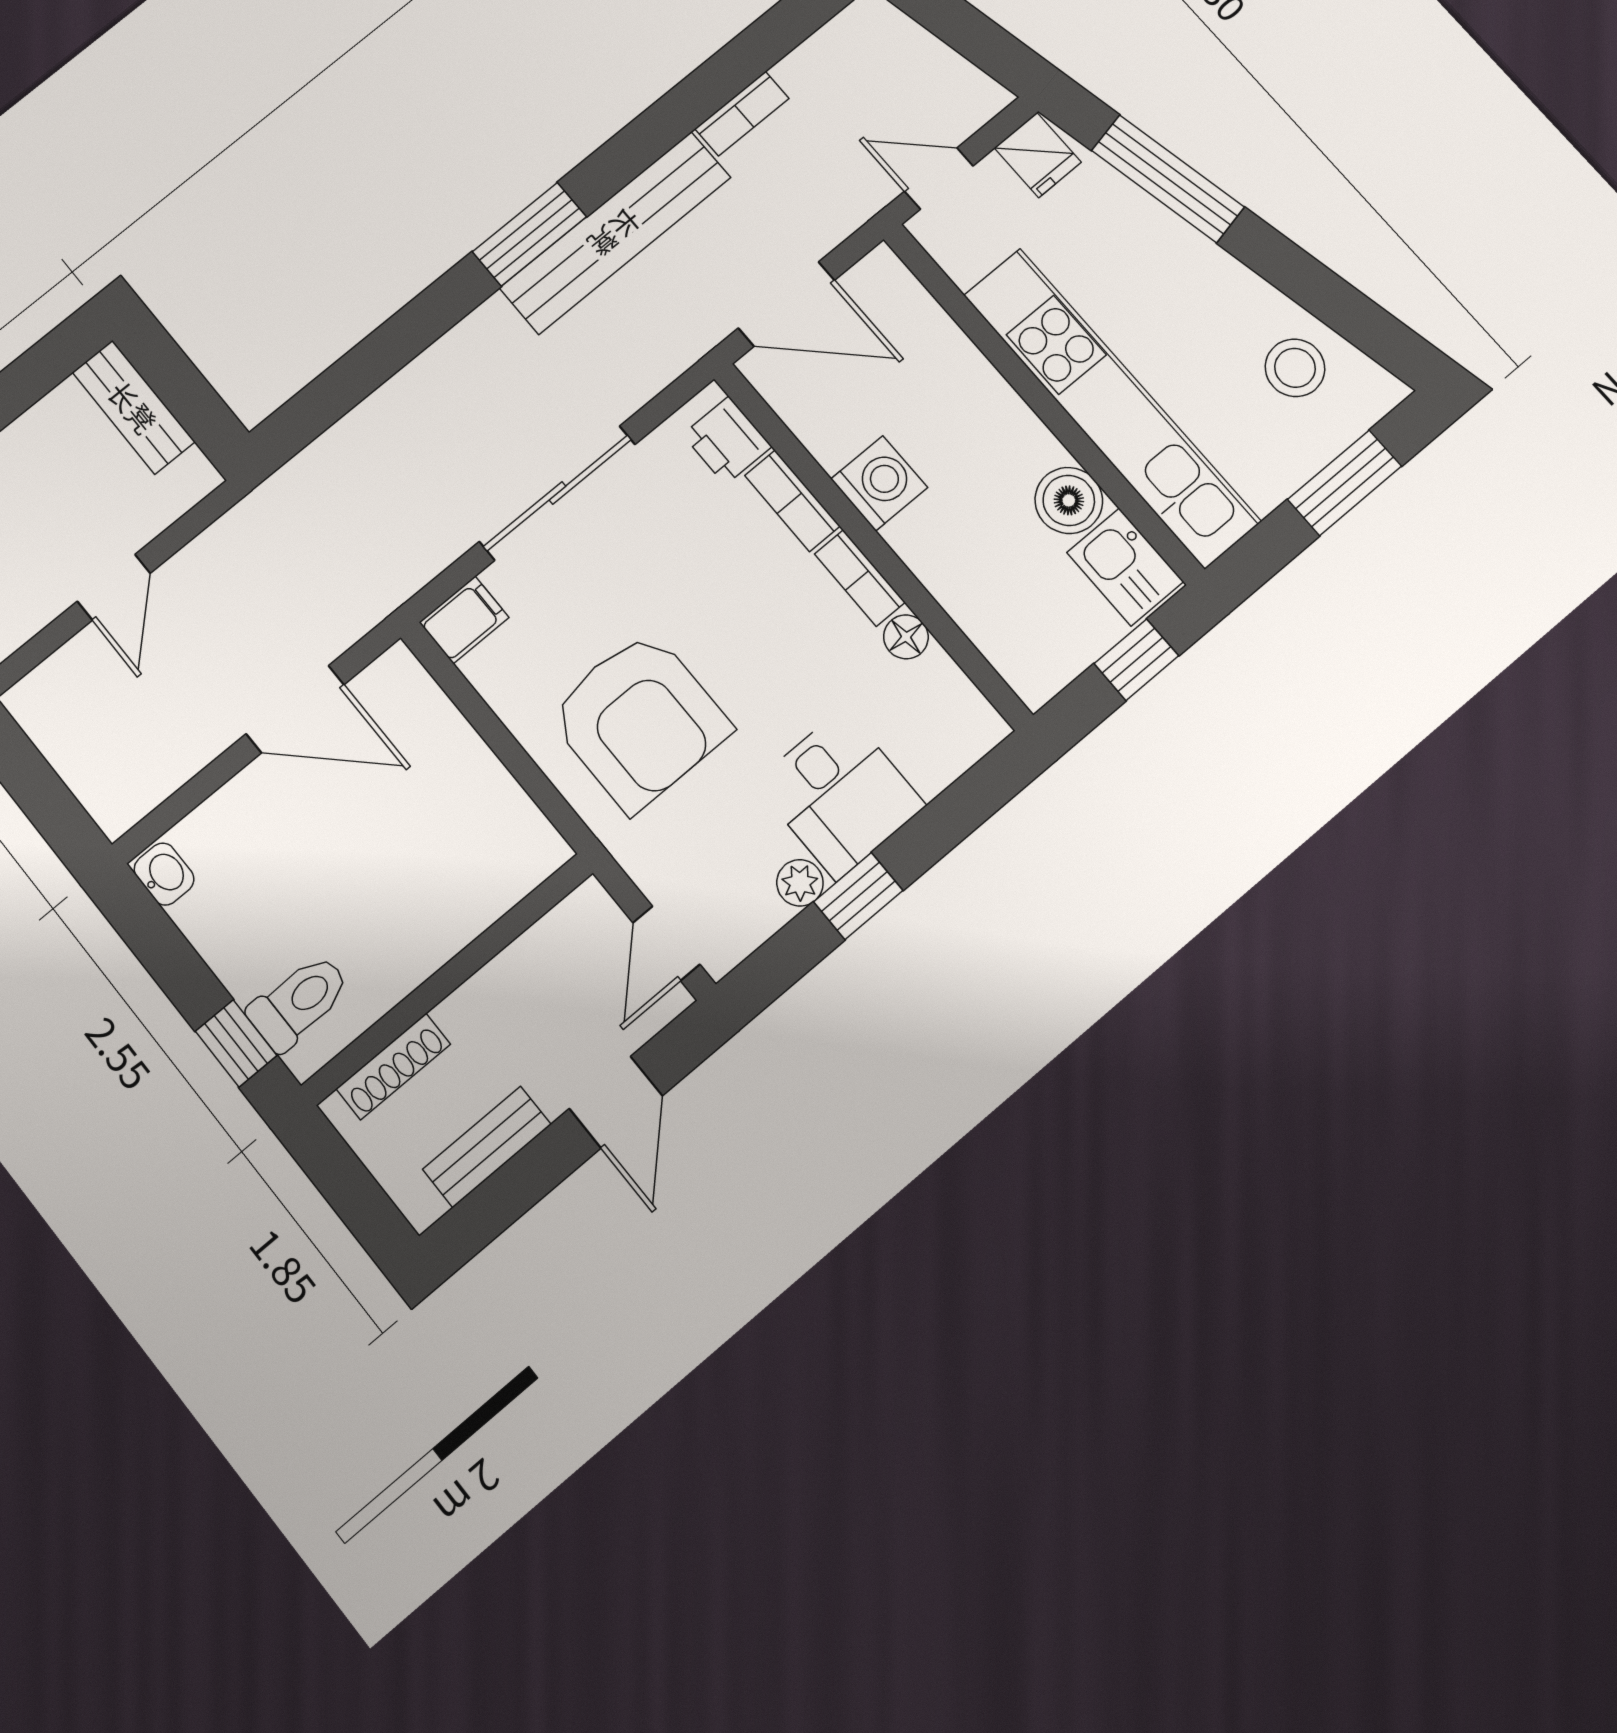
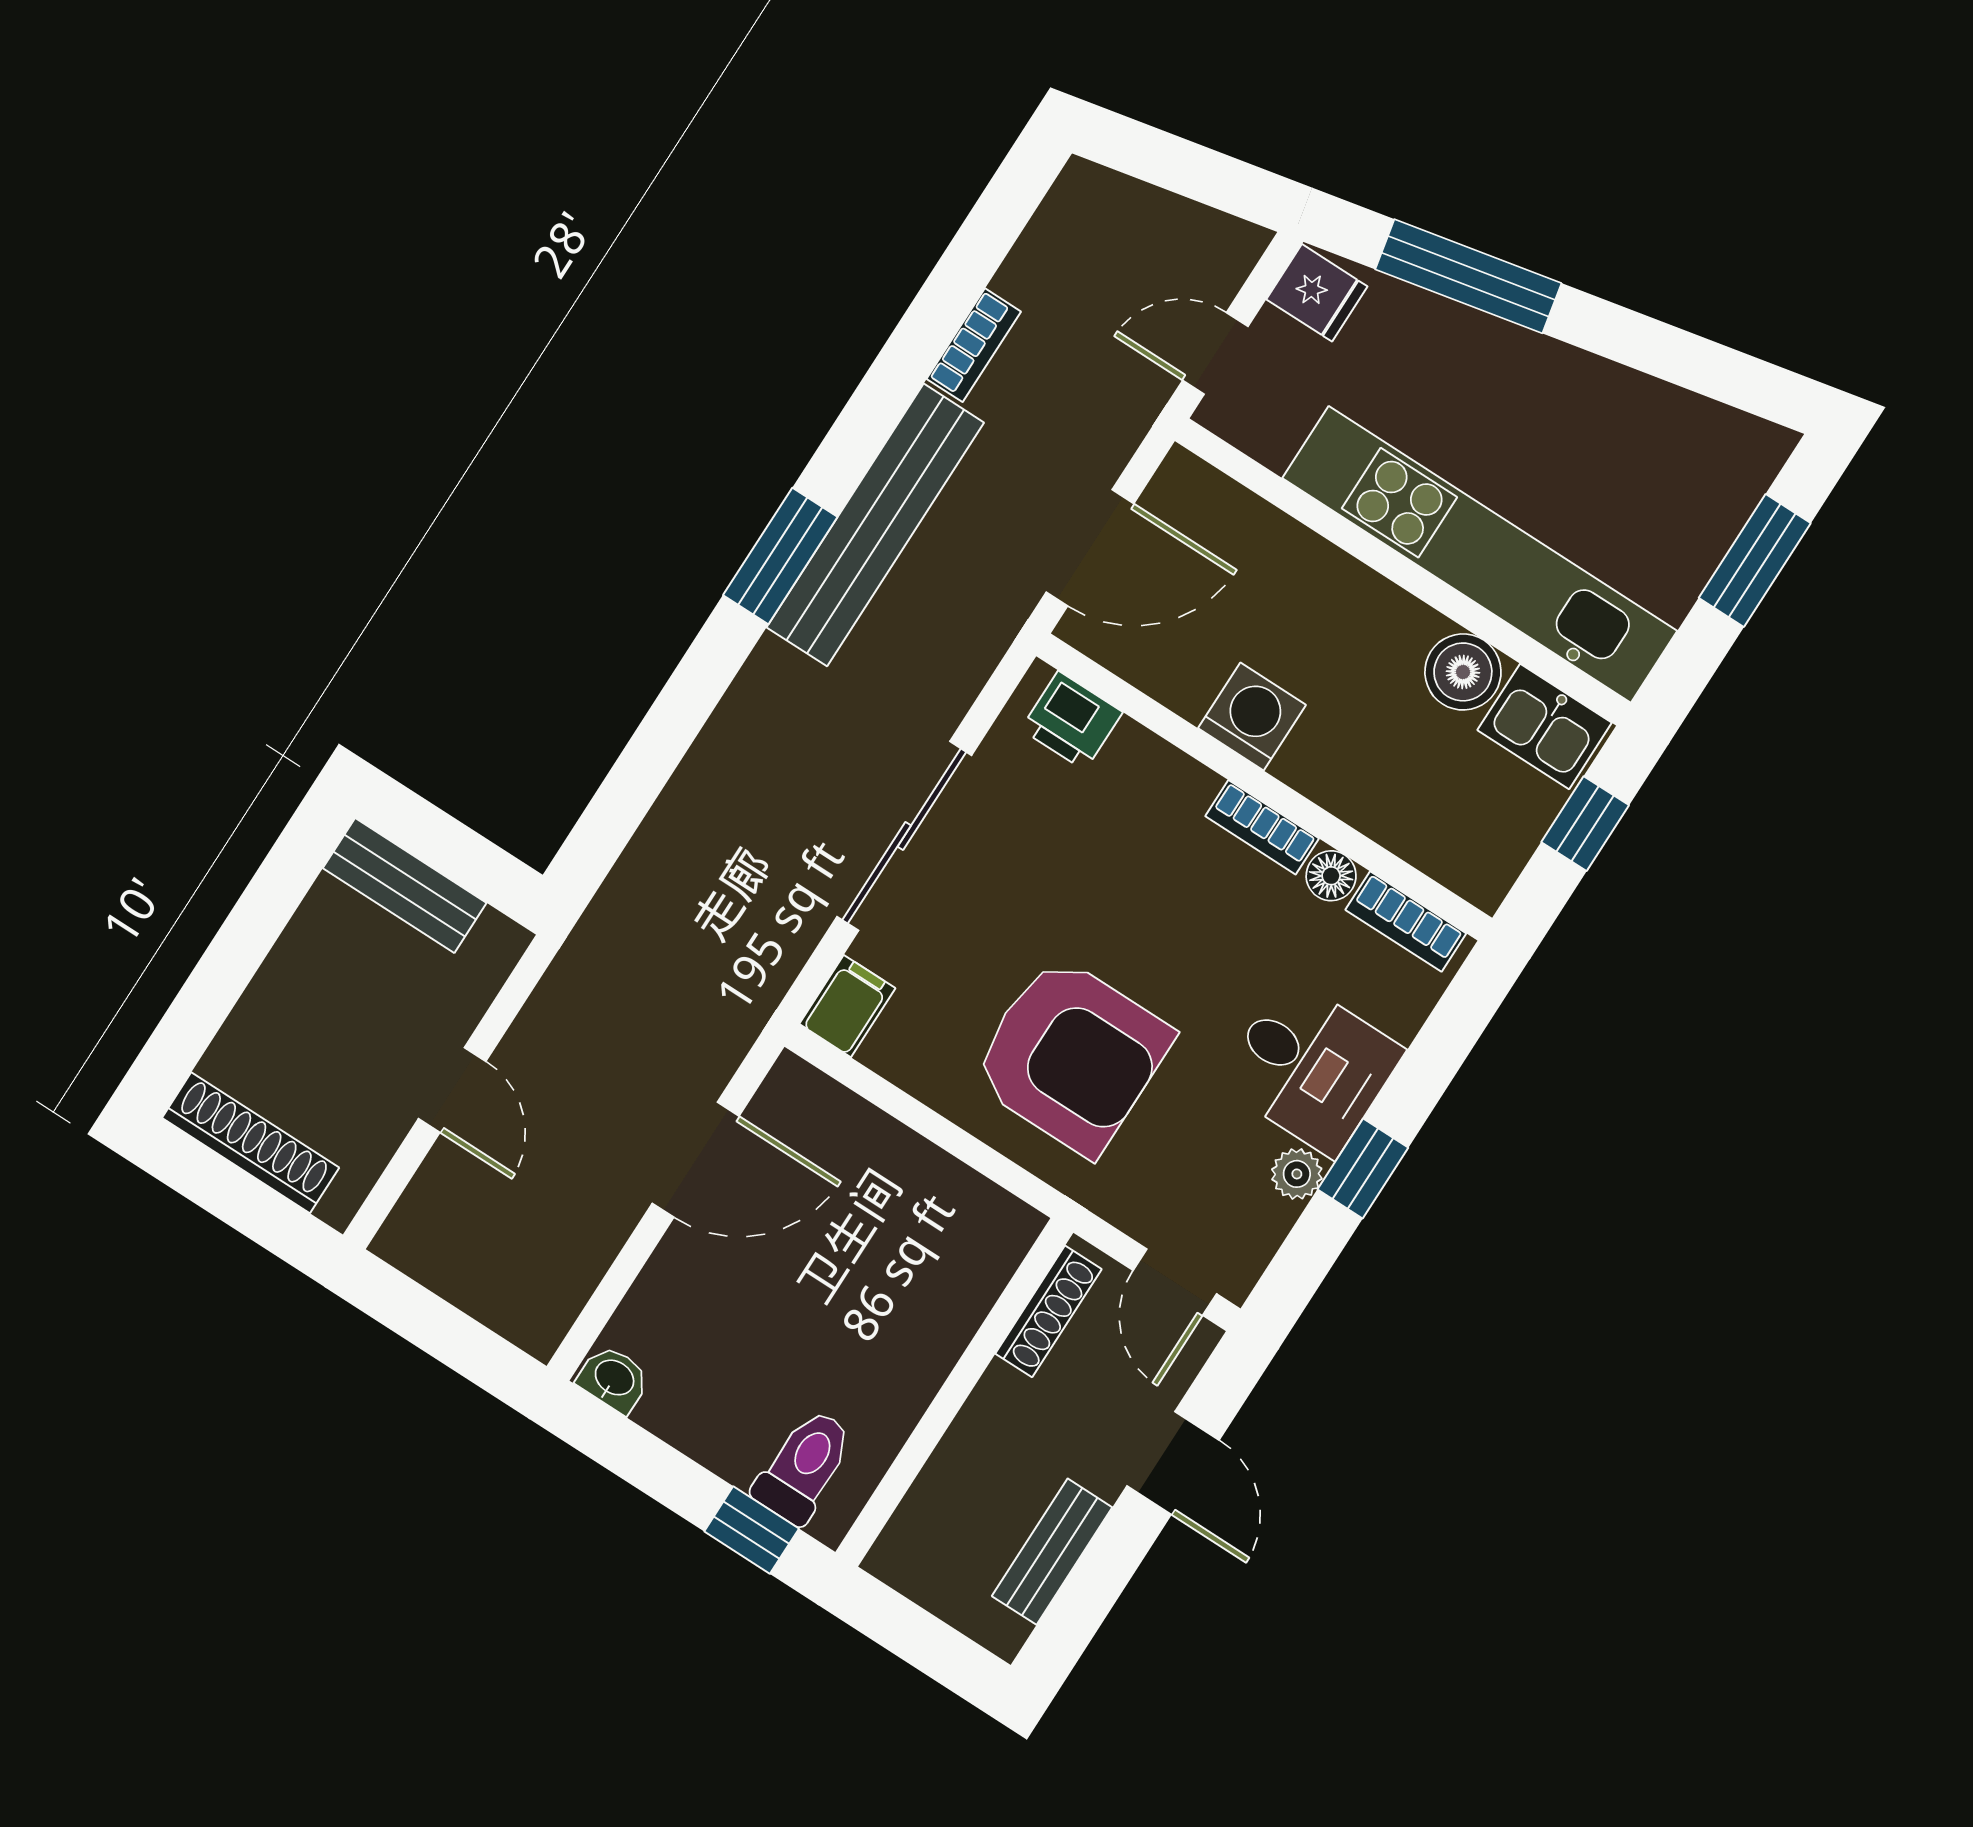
stool: (1295, 368) -> (1667, 449), removed
bookcase: (792, 501) -> (1406, 922), moved
shoe rack: (393, 1066) -> (1048, 1311), moved

